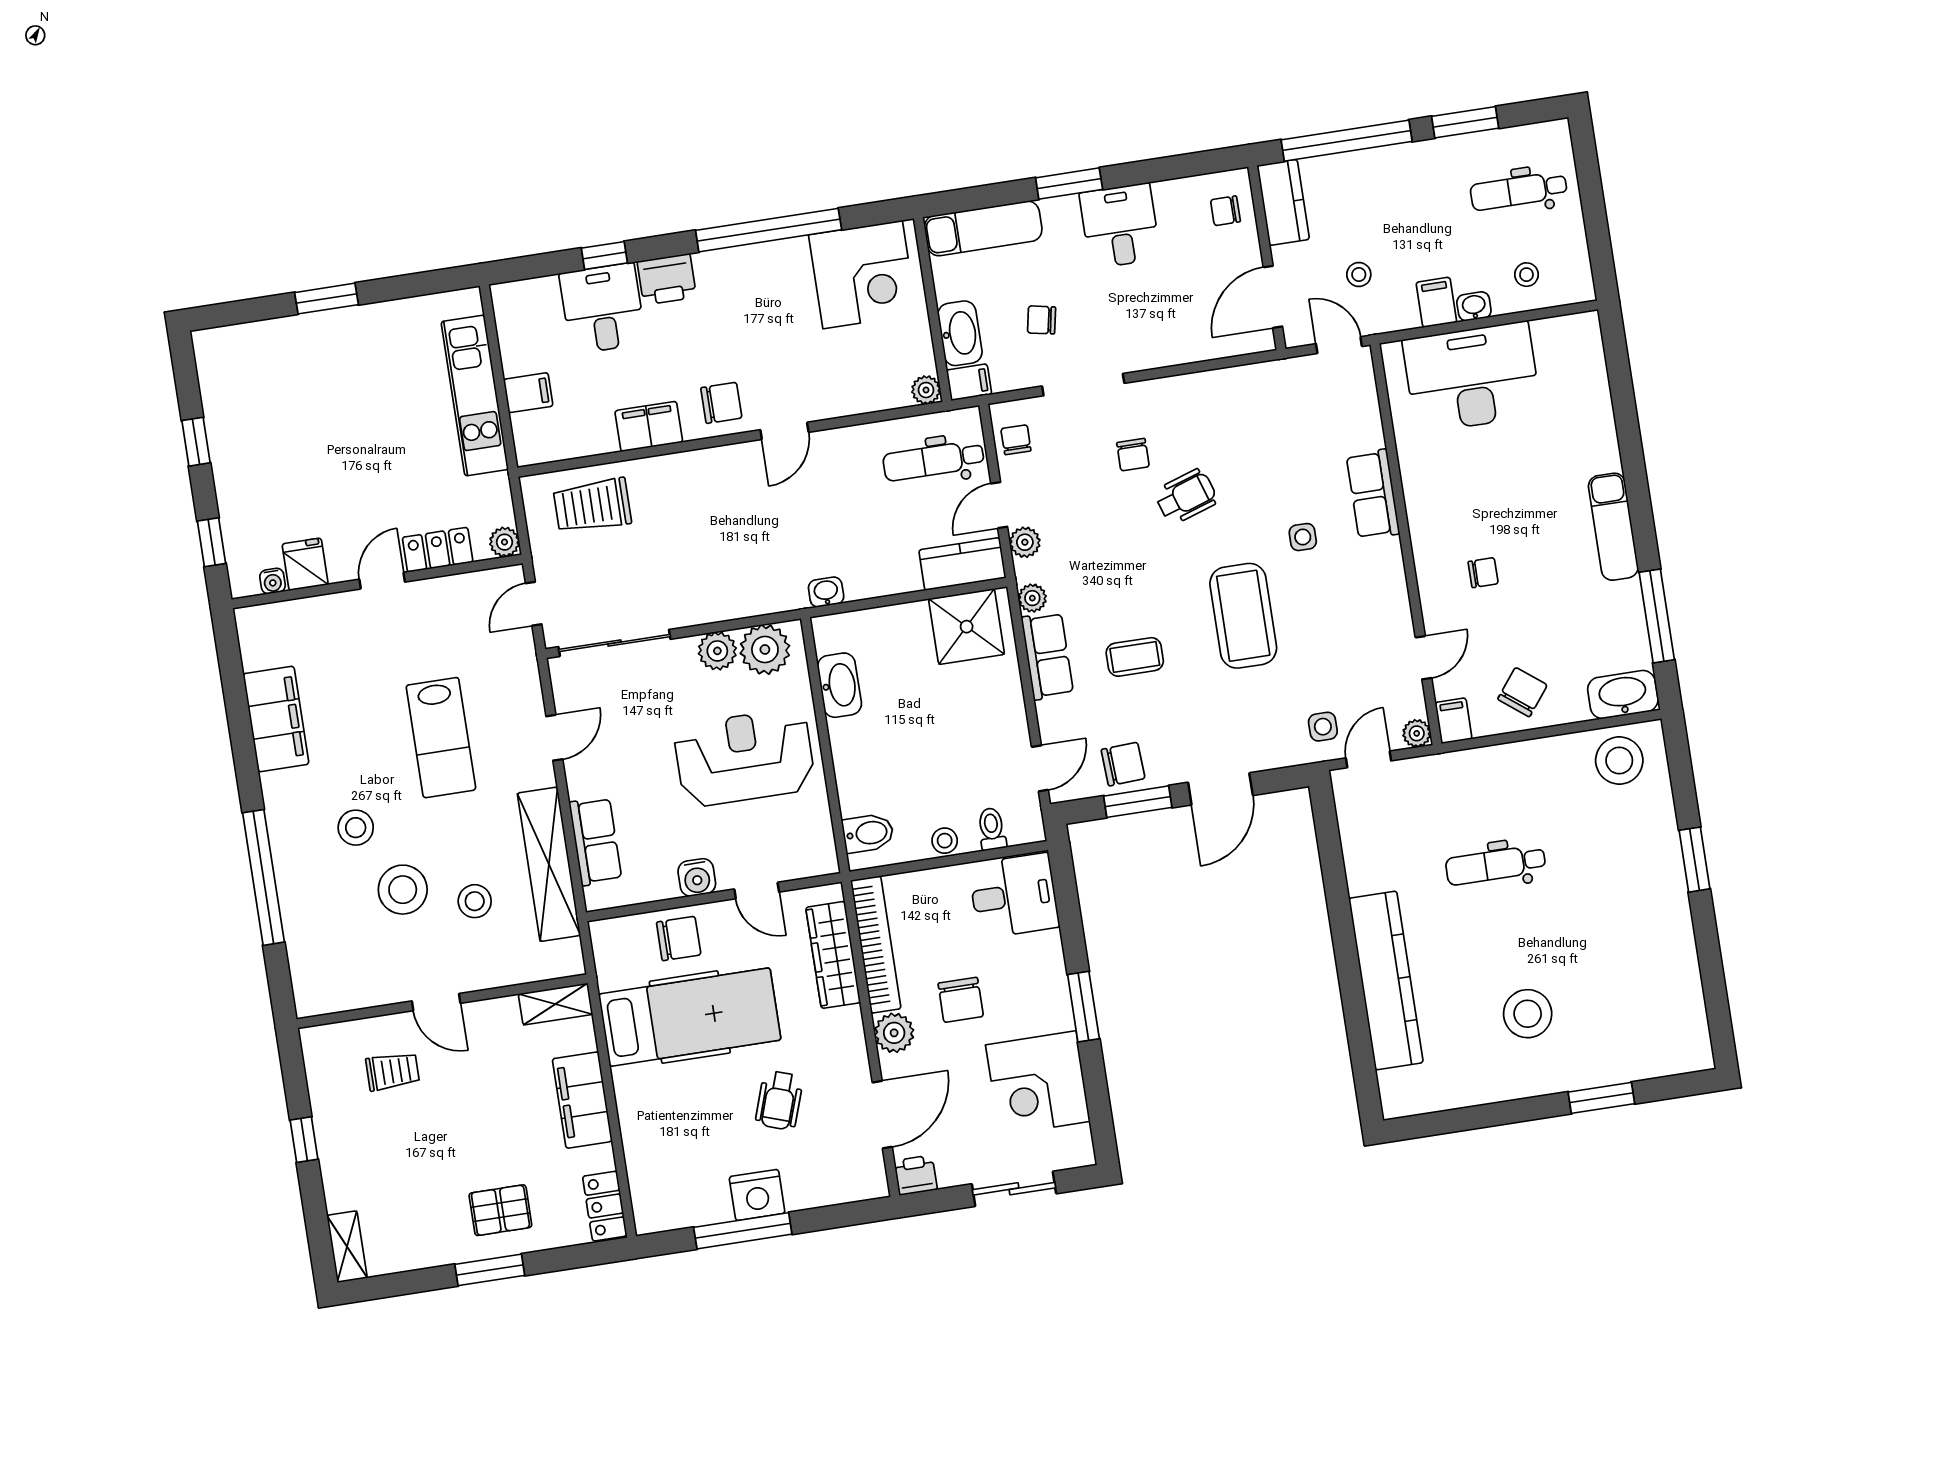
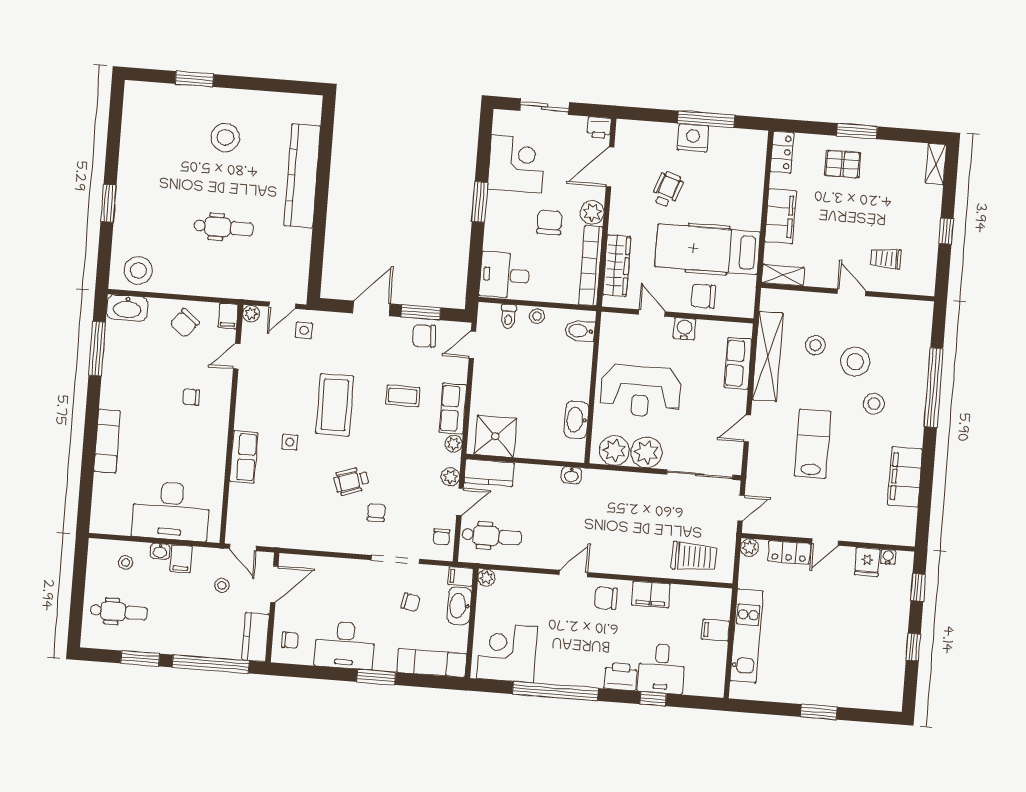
desk: (1120, 226) -> (345, 645), width x1.37
exam couch: (1613, 527) -> (107, 441), moved
plant: (717, 651) -> (646, 452), width x1.36, depth x1.36

